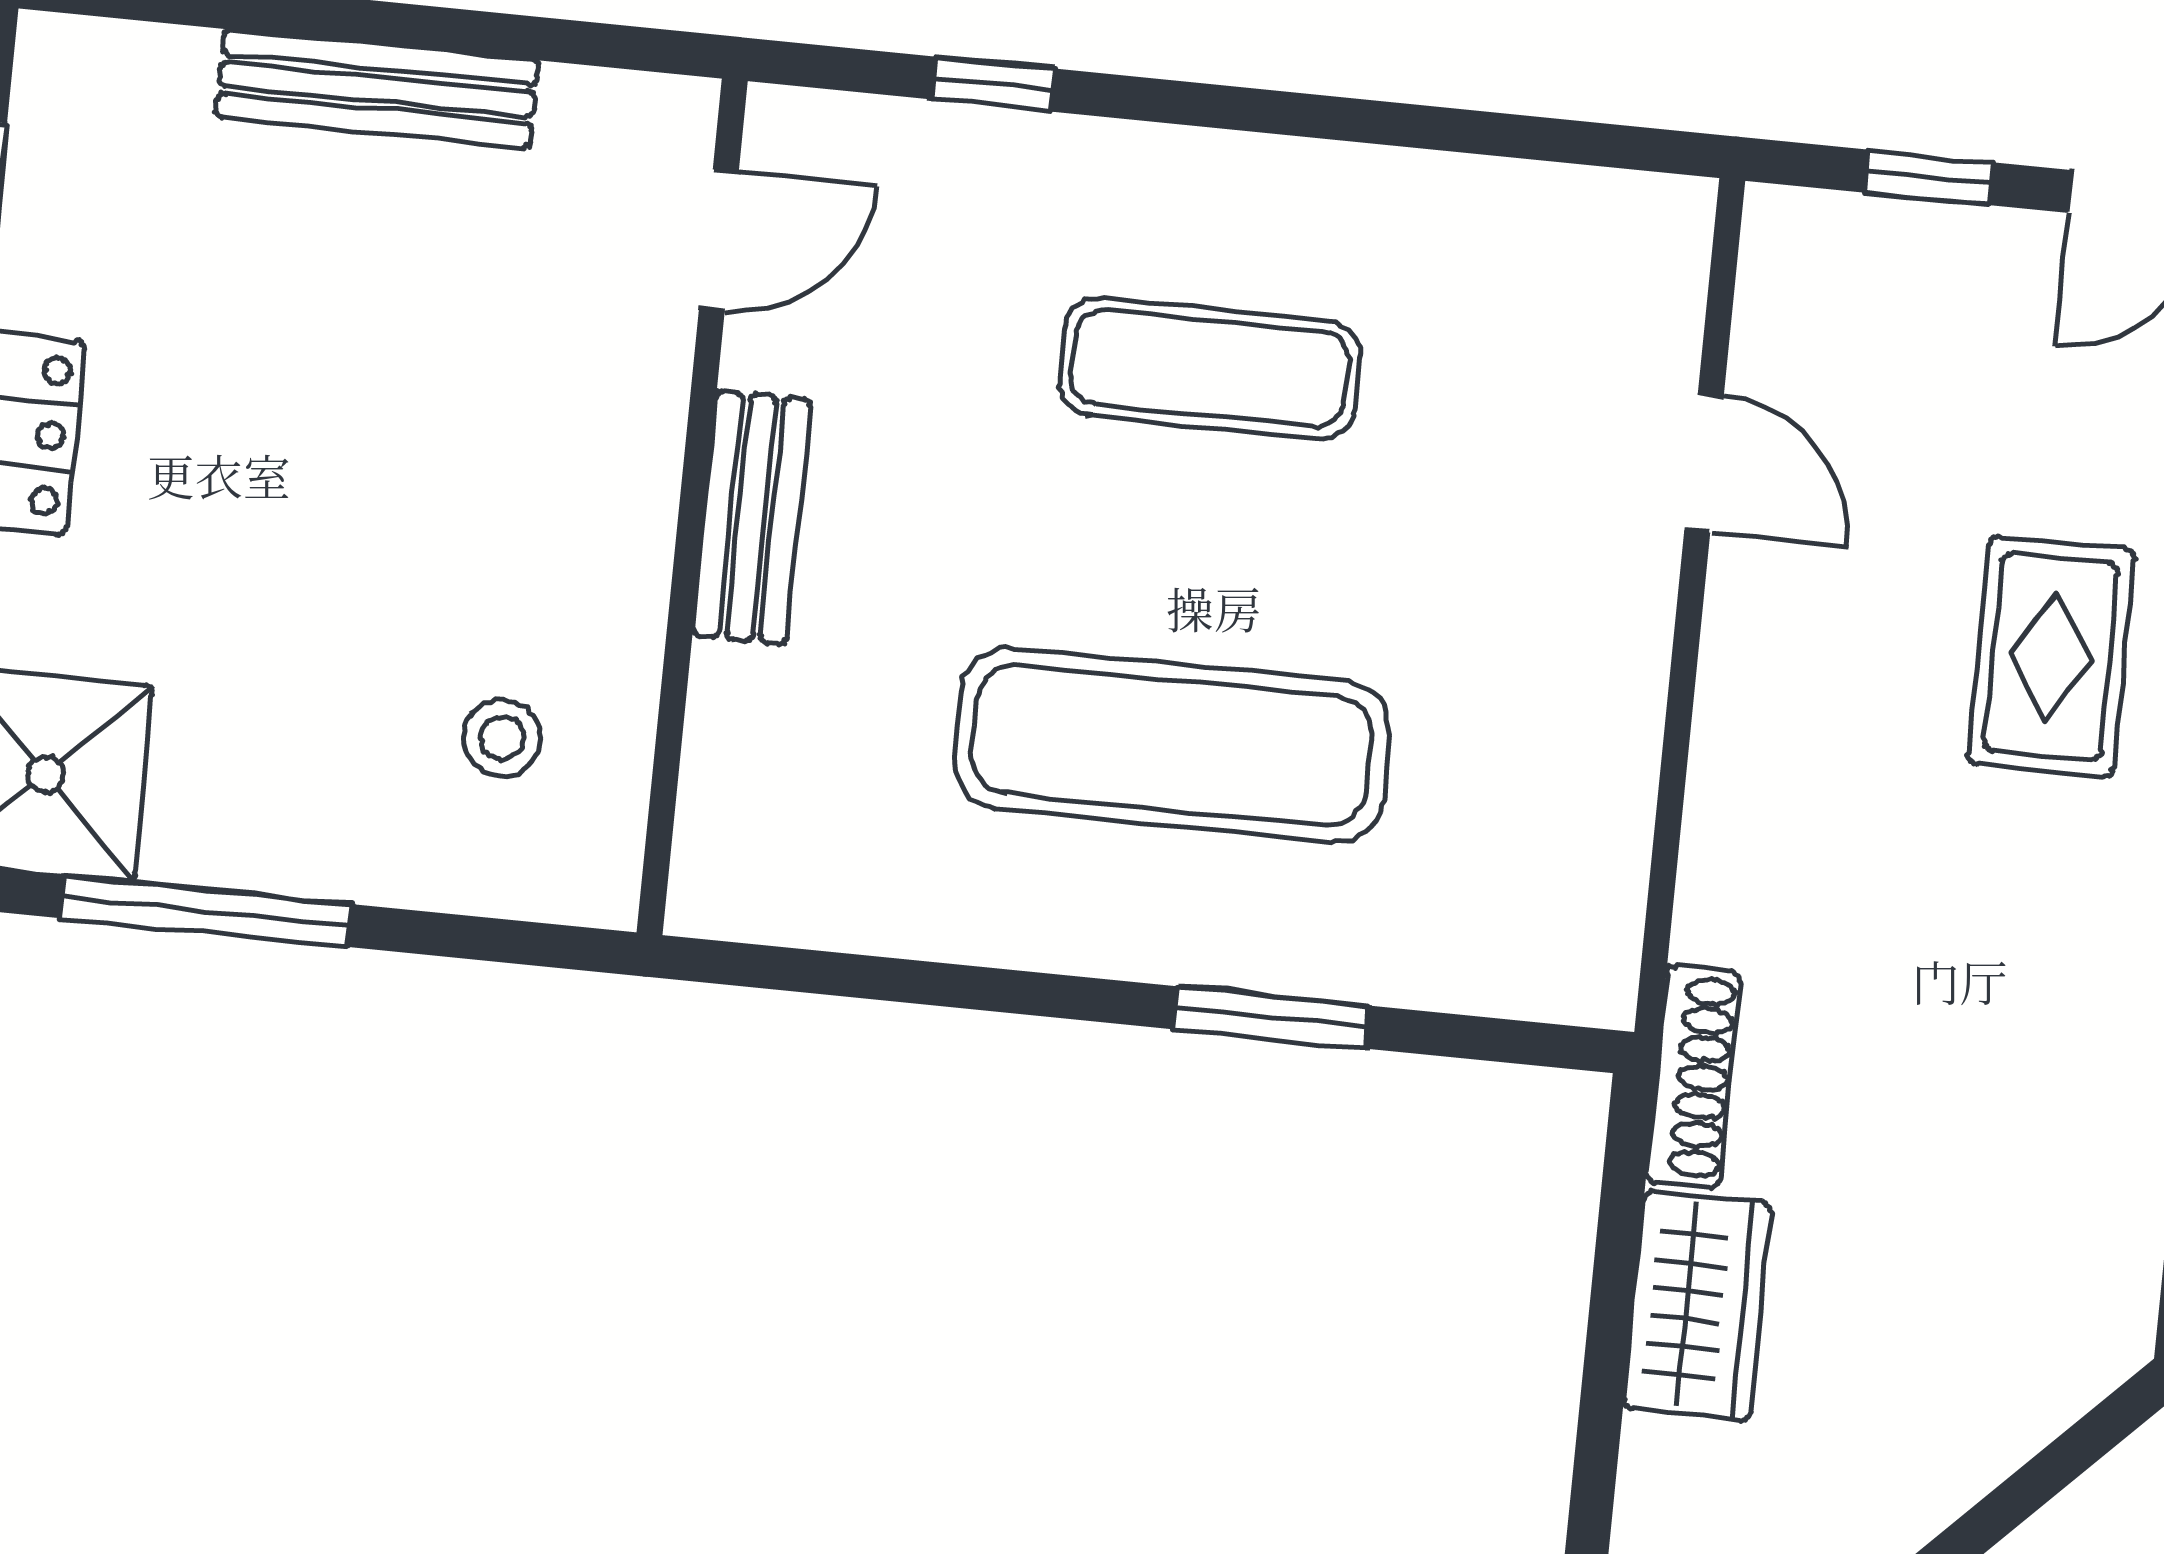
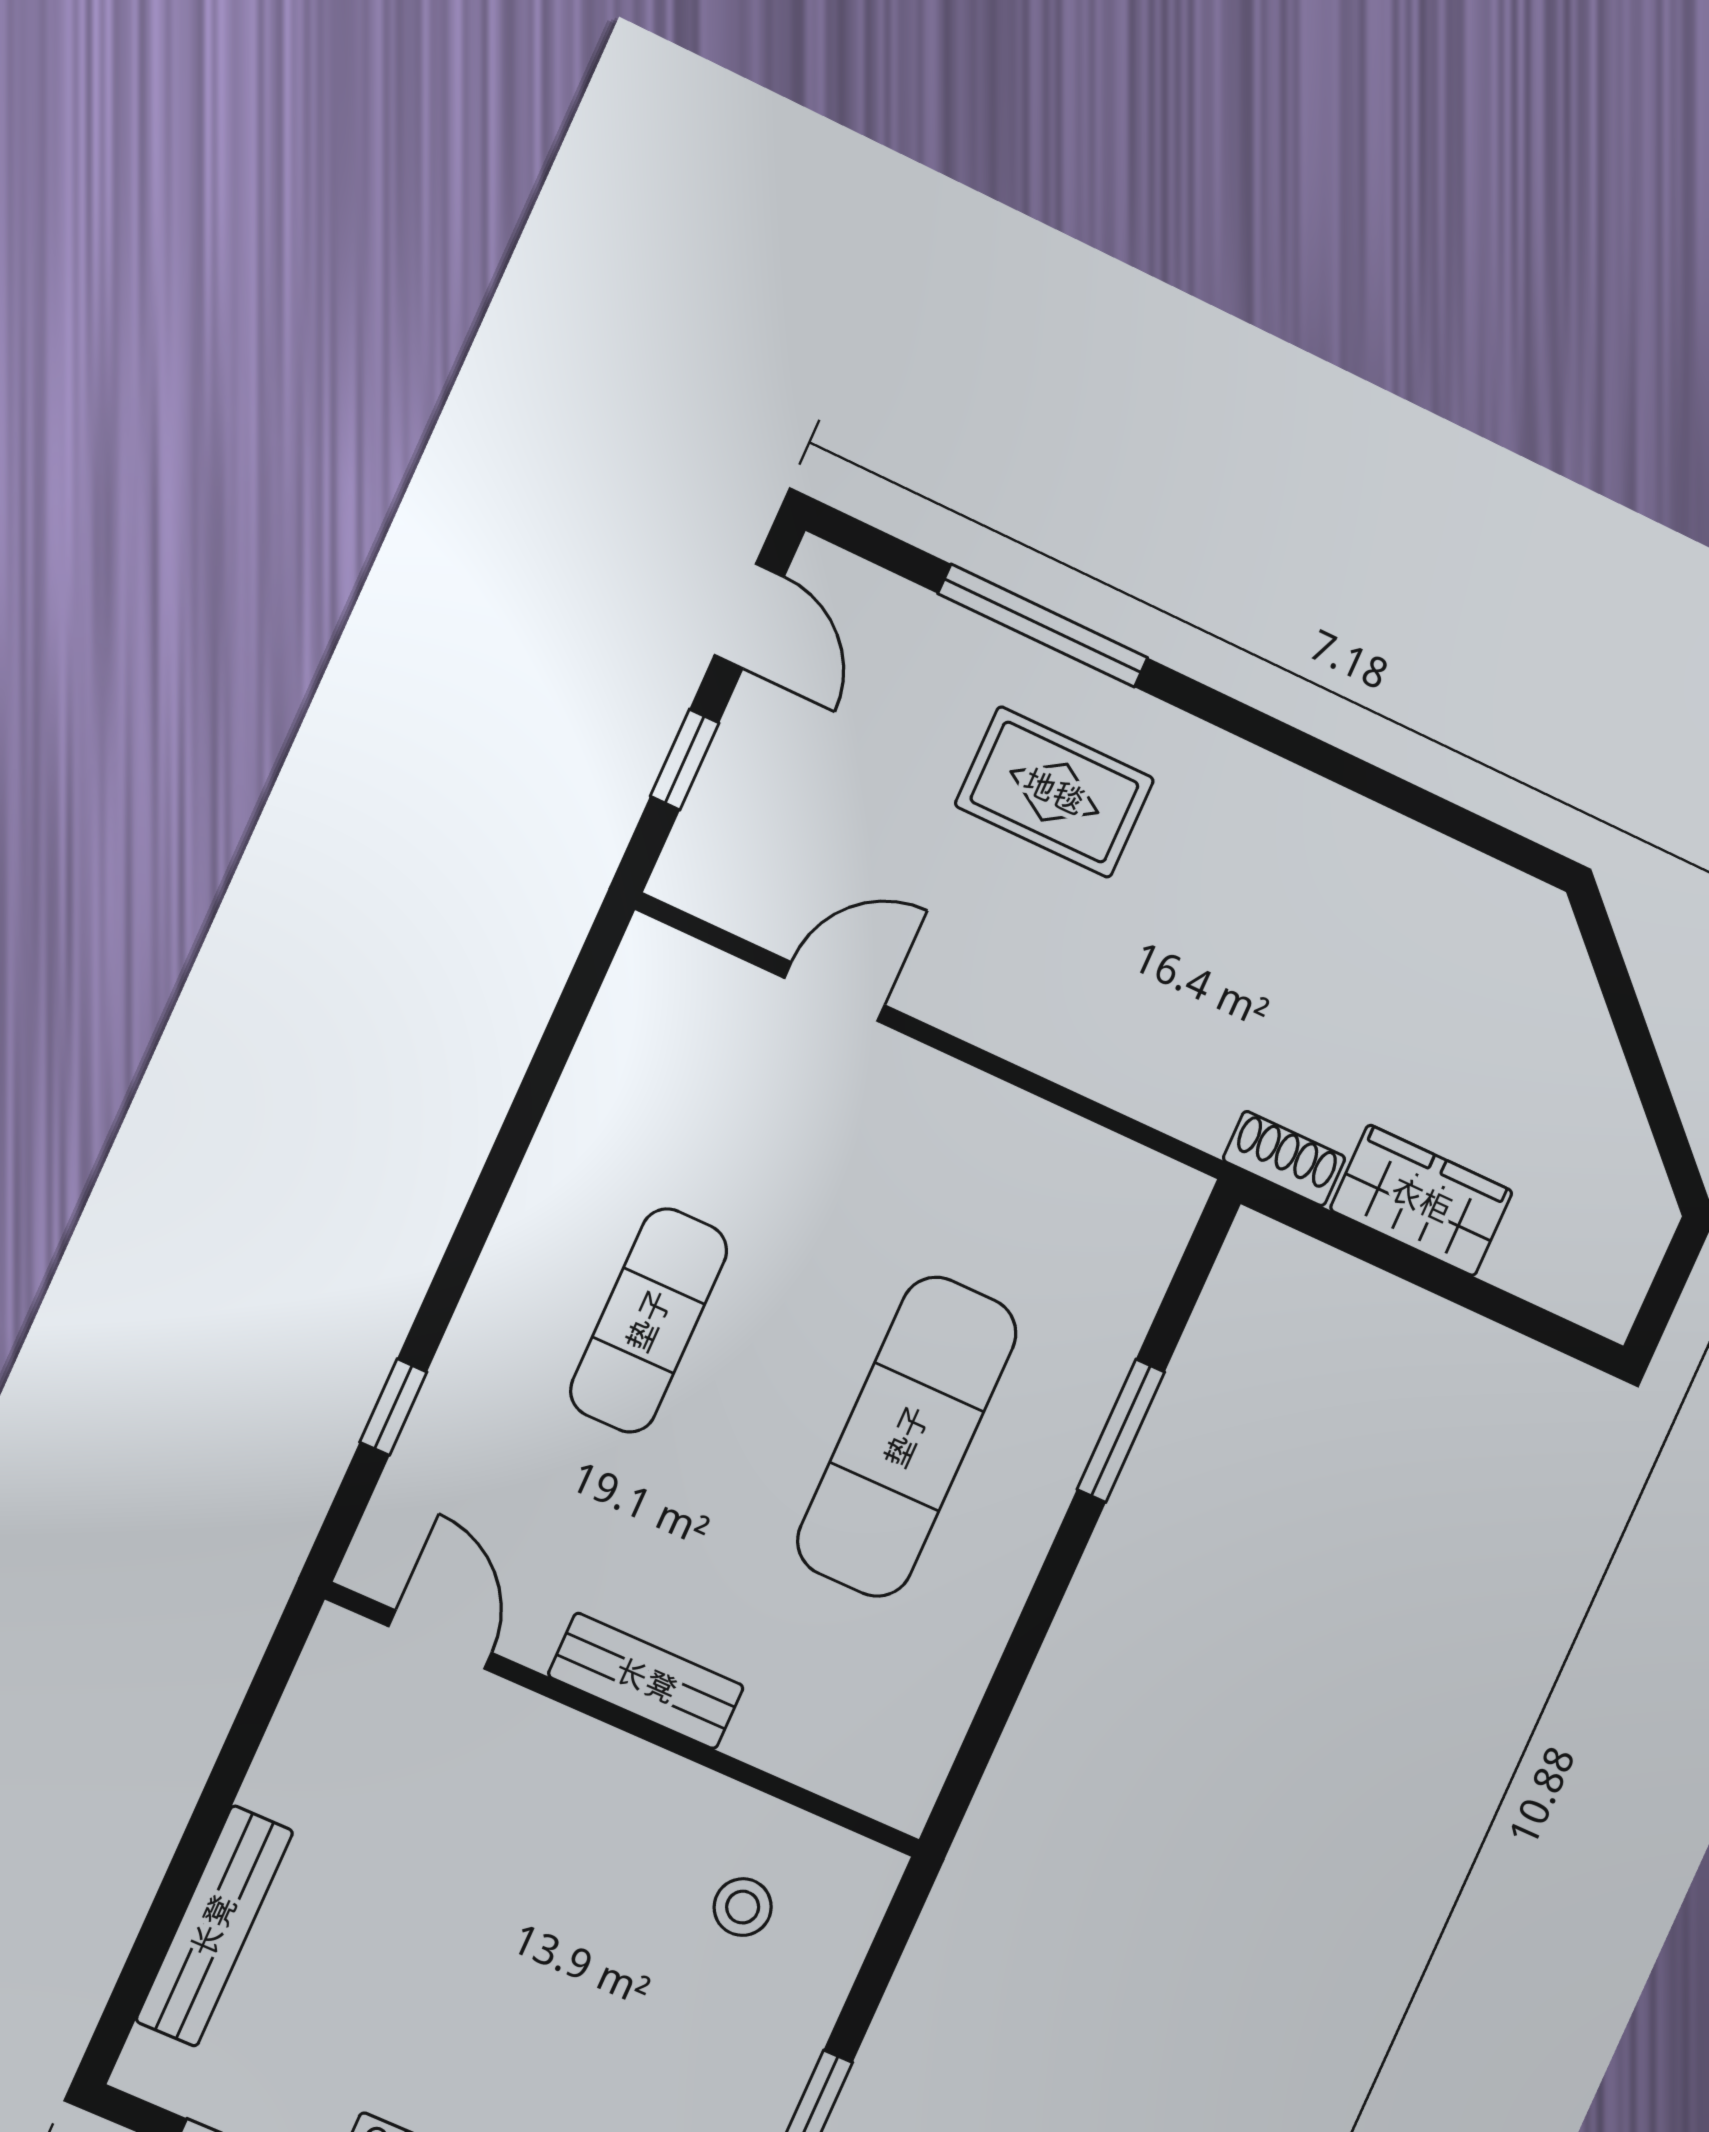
bench: (377, 89) -> (214, 1926), moved
shoe rack: (1693, 1077) -> (1284, 1159), width x0.70

